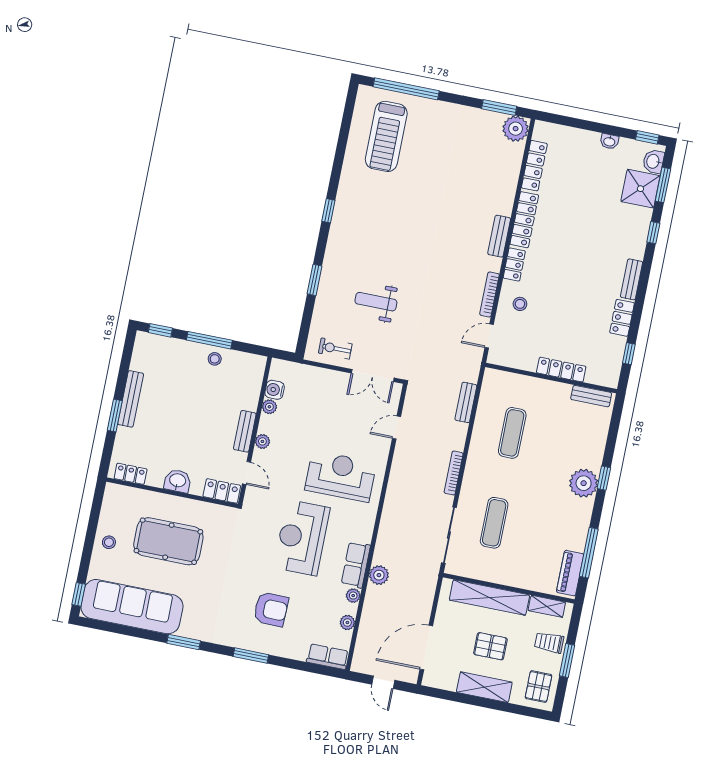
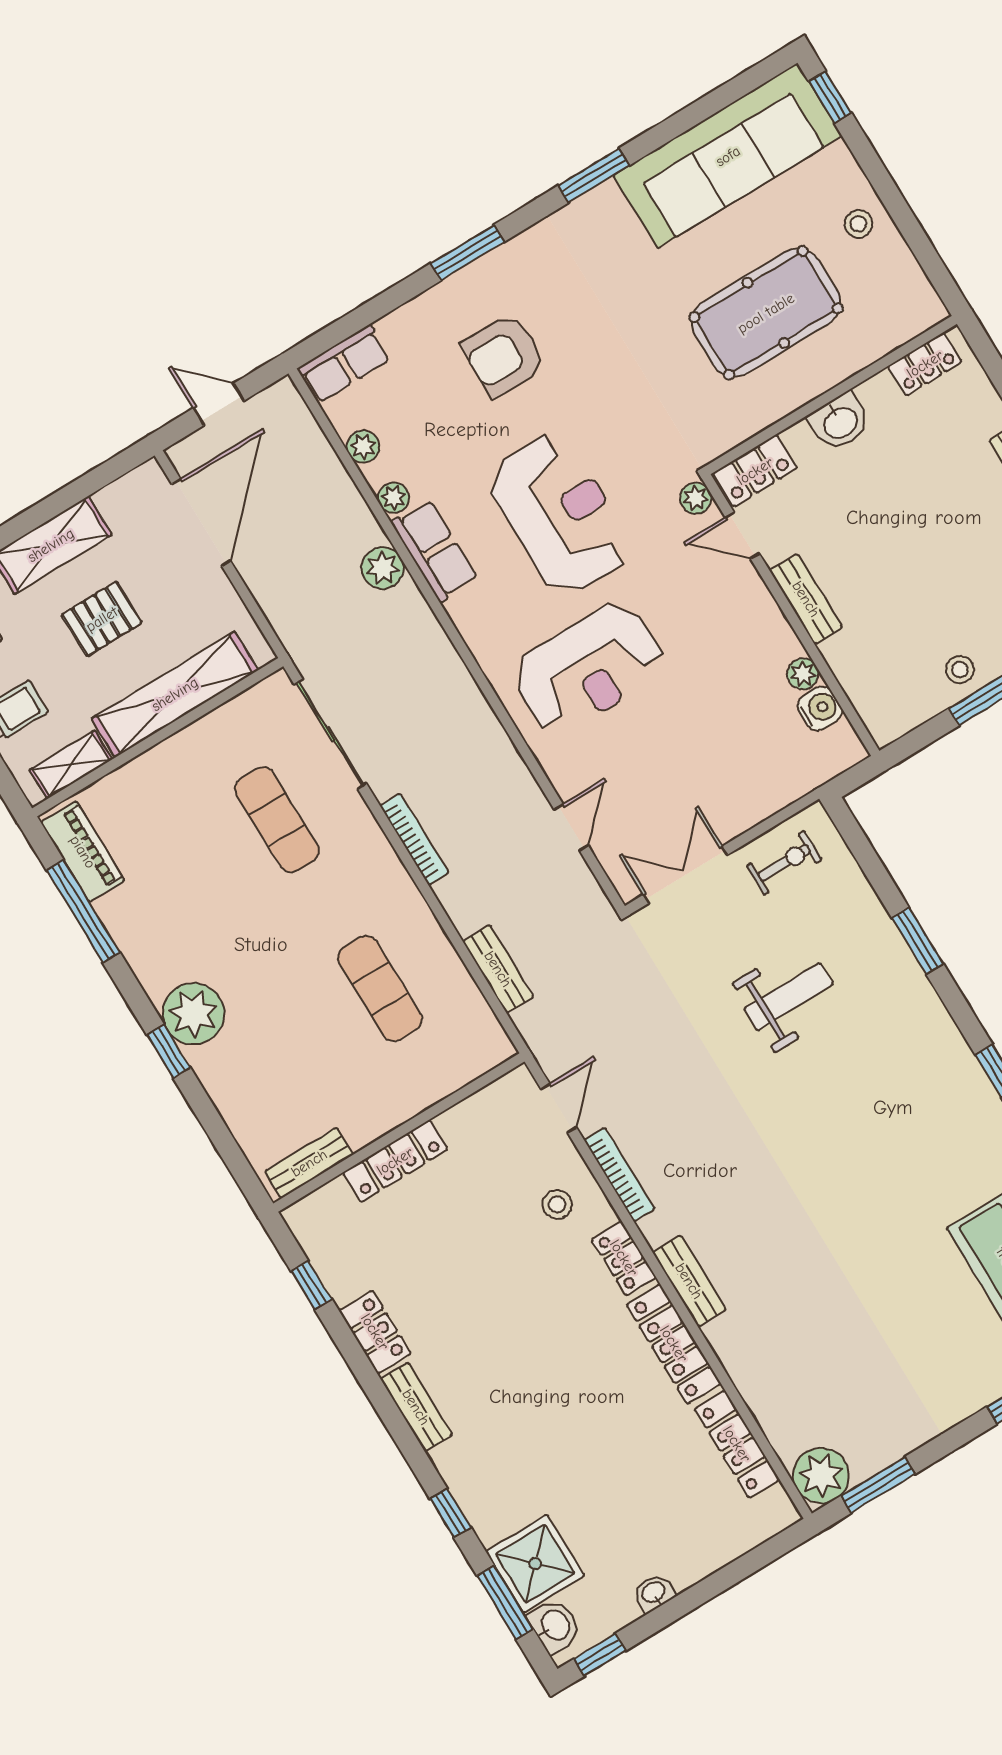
plant: (262, 441) -> (696, 498), moved

